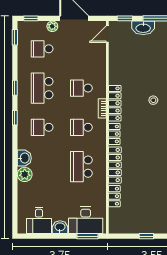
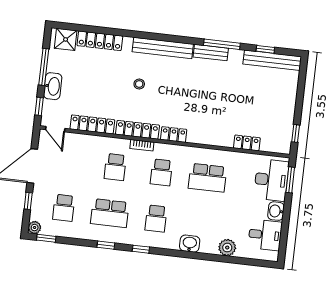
window: (31, 18) -> (28, 201), moved
plant: (52, 26) -> (35, 228), moved
locker: (115, 165) -> (92, 124), moved
plant: (25, 174) -> (227, 248), moved
window: (146, 236) -> (296, 133), moved

